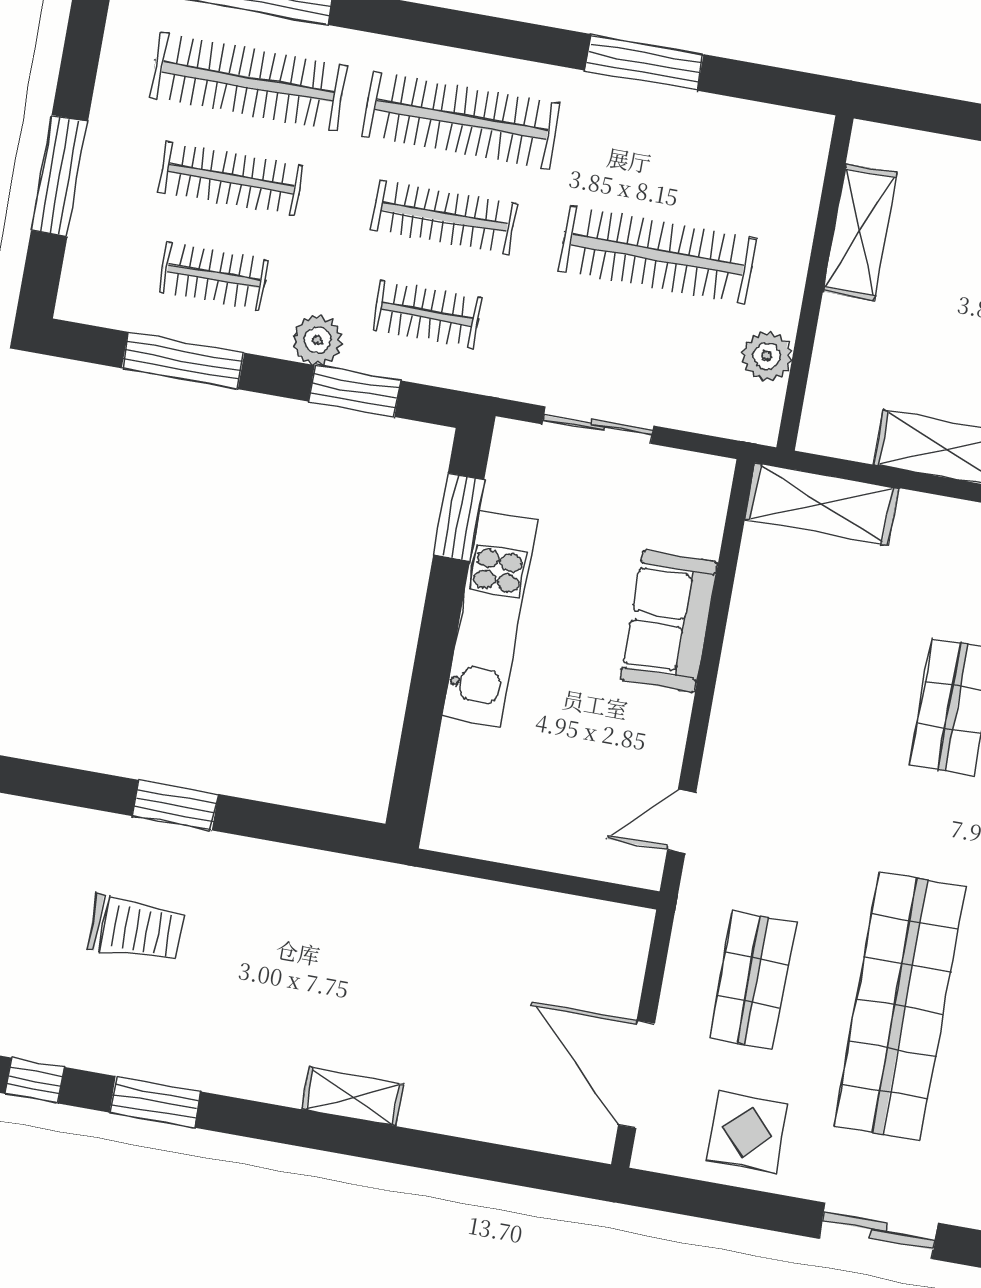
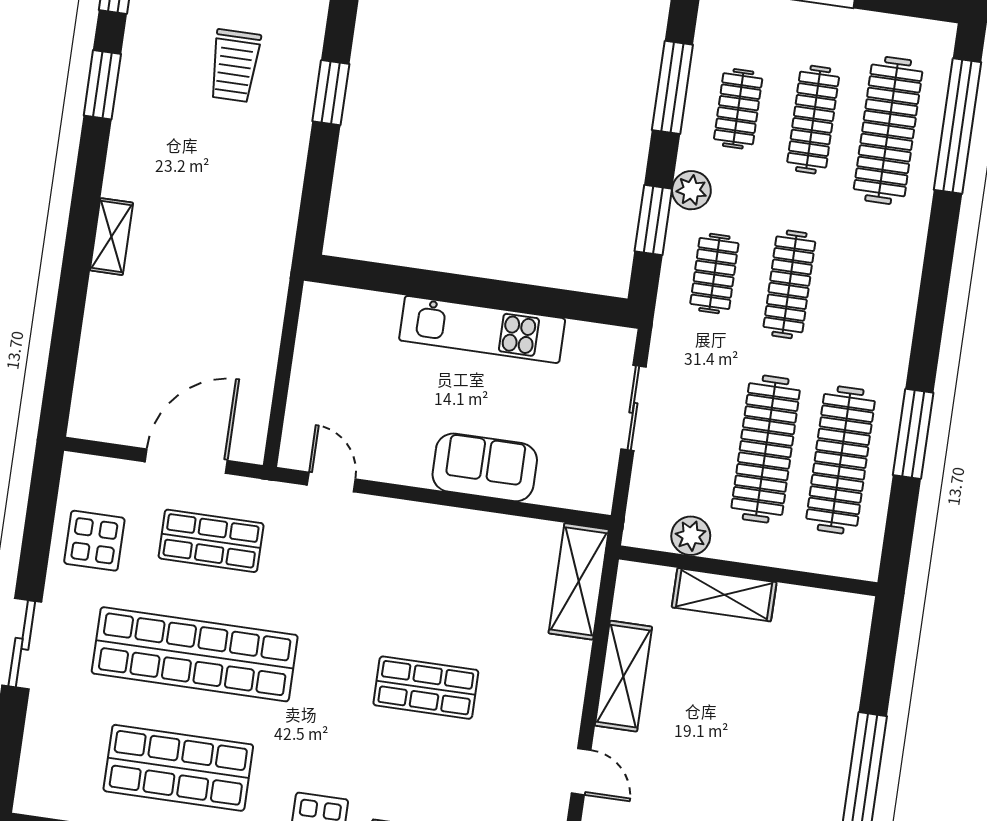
clothes rail: (461, 120) -> (841, 460), moved
shelving: (860, 232) -> (724, 595), moved
window: (459, 517) -> (559, 303), removed
door: (636, 1074) -> (186, 461), moved

